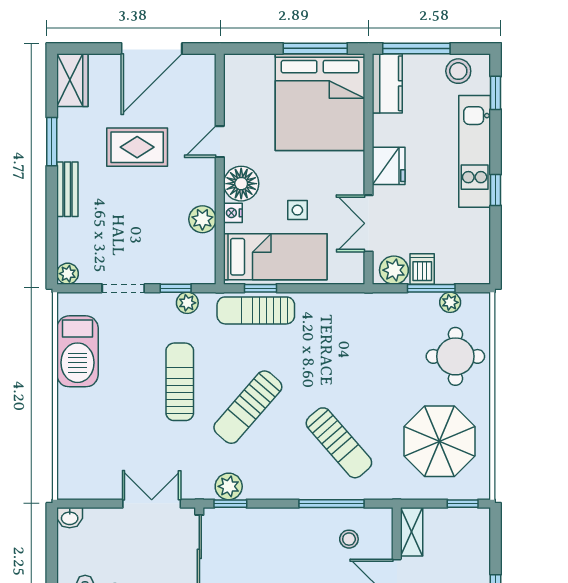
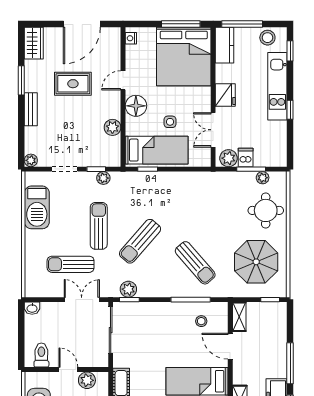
nightstand: (233, 213) -> (131, 38), moved
sun lounger: (256, 310) -> (71, 264), moved

